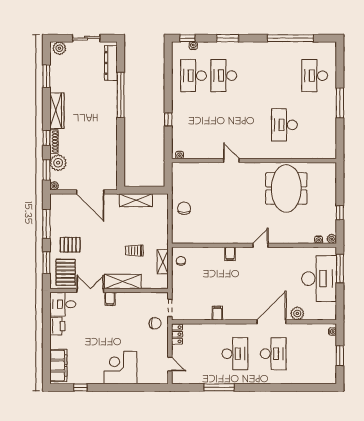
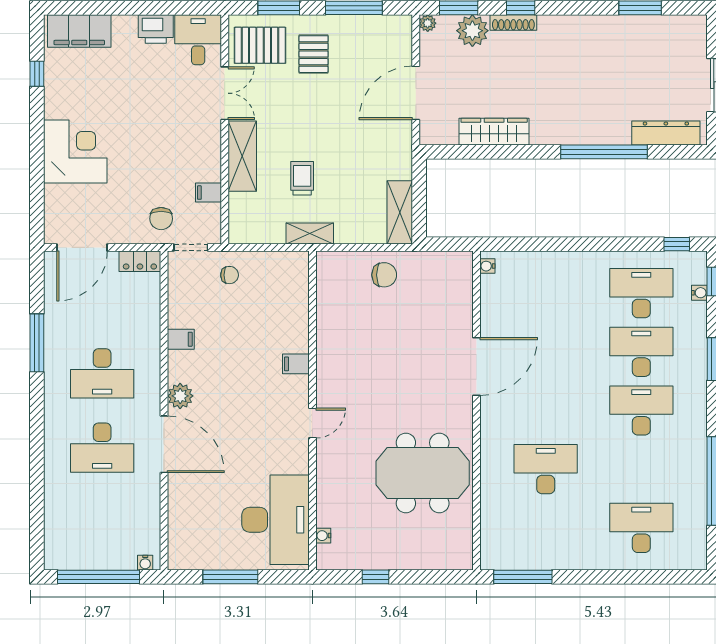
plant: (59, 48) -> (694, 33), removed
desk: (254, 76) -> (641, 411), added
window: (340, 103) -> (523, 577), moved
wardrobe: (57, 111) -> (494, 132), moved, turned 180
window: (168, 119) -> (677, 244), moved
door: (231, 161) -> (477, 366), width x1.87
shelving: (136, 200) -> (400, 212), moved
plant: (332, 239) -> (325, 561), removed
door: (260, 245) -> (312, 423), hinge flipped
chair: (181, 261) -> (230, 275), moved
shelving: (163, 262) -> (310, 233), moved
window: (340, 268) -> (230, 577), moved
desk: (319, 279) -> (275, 520), moved, turned -90
filing cabinet: (110, 299) -> (208, 193), moved
plant: (297, 313) -> (180, 396), moved
window: (340, 356) -> (98, 577), width x2.11
door: (170, 364) -> (82, 247), width x1.87

